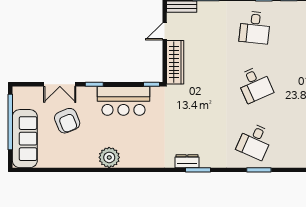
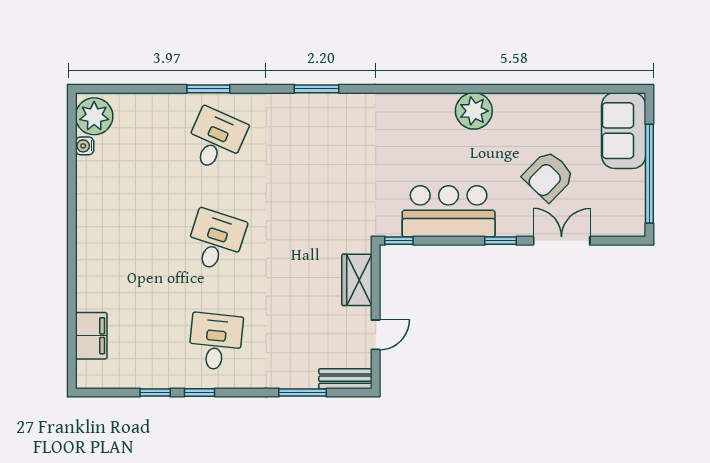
wardrobe: (175, 62) -> (357, 280), width x0.67
desk: (255, 84) -> (216, 241), turned 42
armchair: (67, 121) -> (549, 176), turned -114
sofa: (25, 139) -> (624, 131), width x0.73
dresser: (187, 161) -> (336, 104), removed

